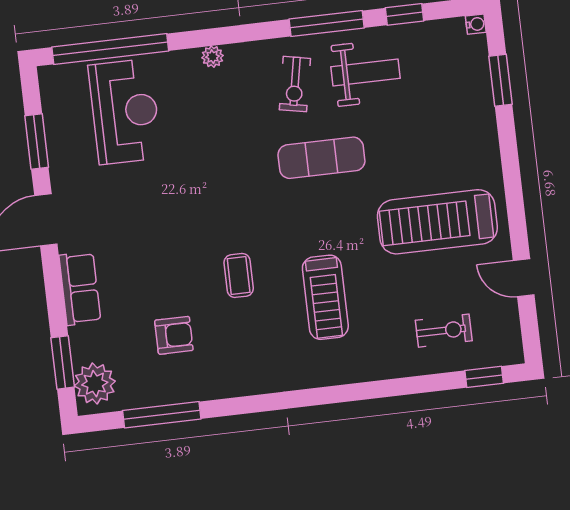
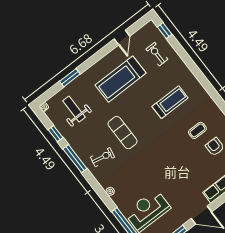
weight bench: (365, 73) -> (74, 109), moved
window: (500, 80) -> (70, 78), moved
treadmill: (437, 222) -> (121, 79), turned 90
coffee table: (239, 275) -> (197, 130), moved

